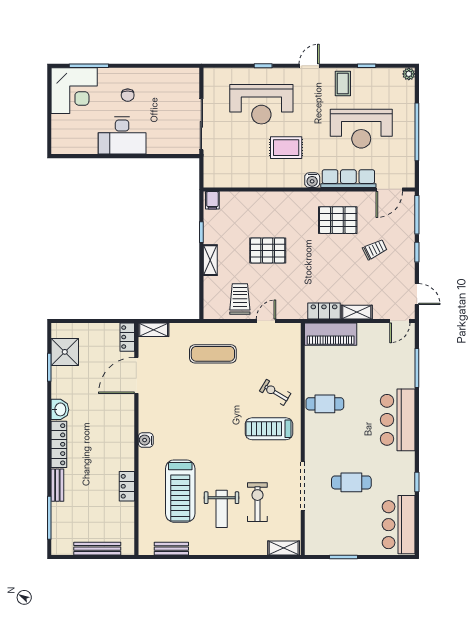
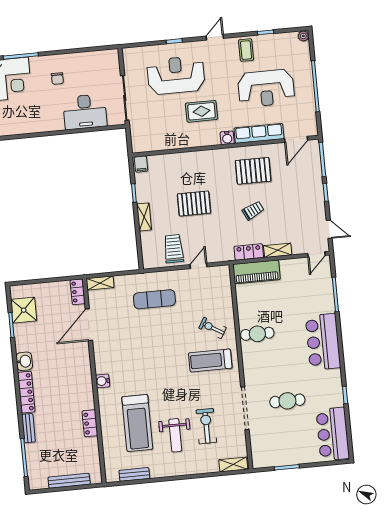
reception desk: (261, 104) -> (176, 75), turned 180
desk: (122, 136) -> (85, 112), moved
trolley: (375, 249) -> (253, 210), moved

